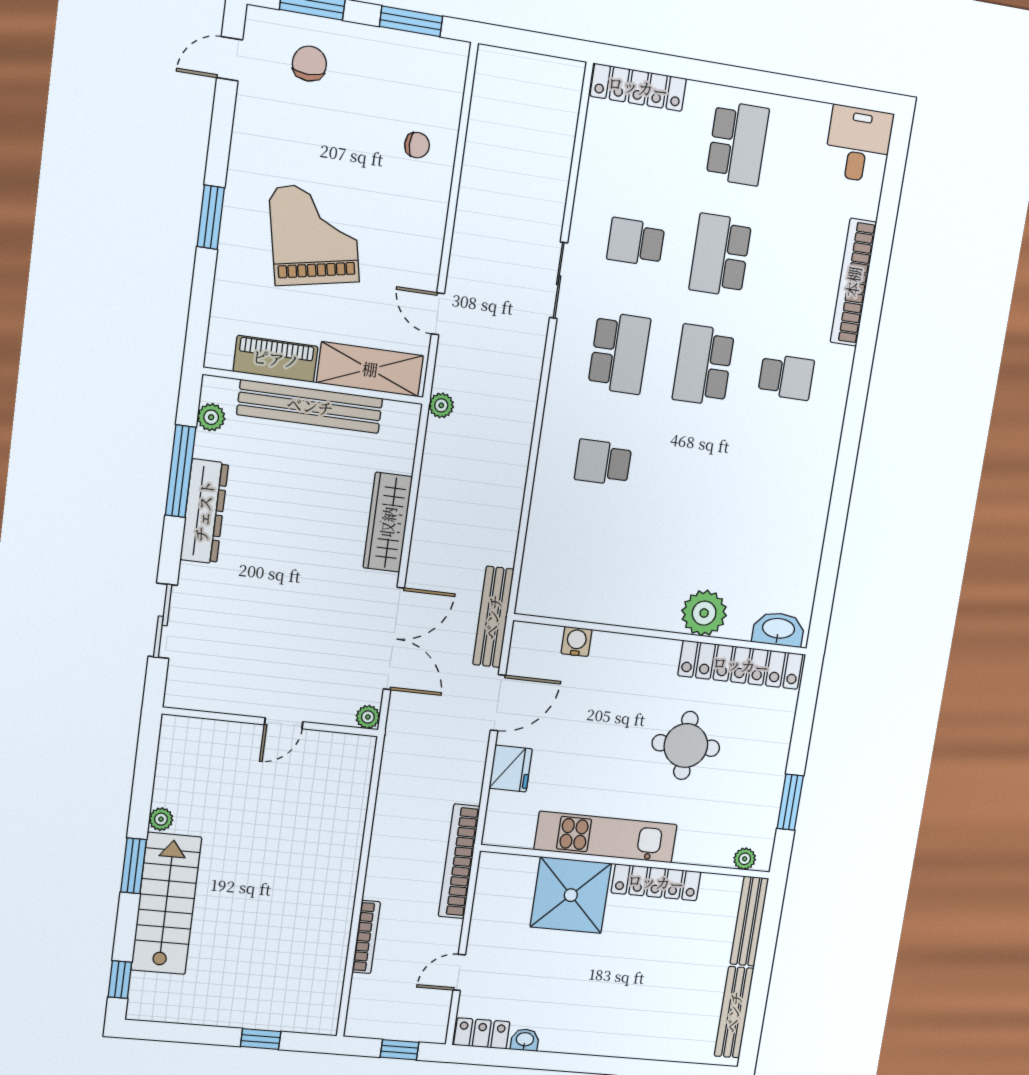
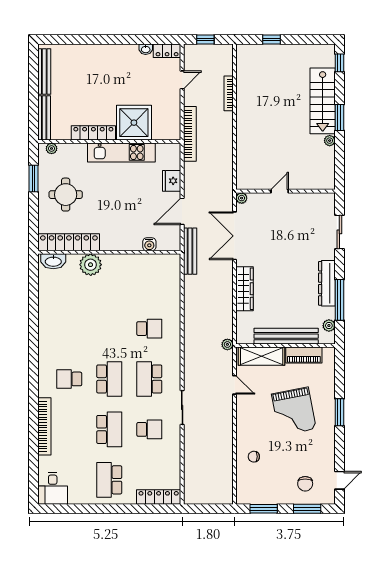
round table: (686, 745) -> (66, 195), moved

